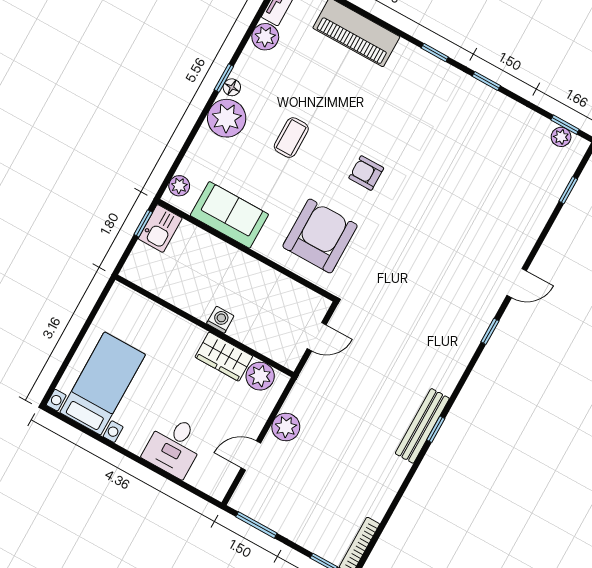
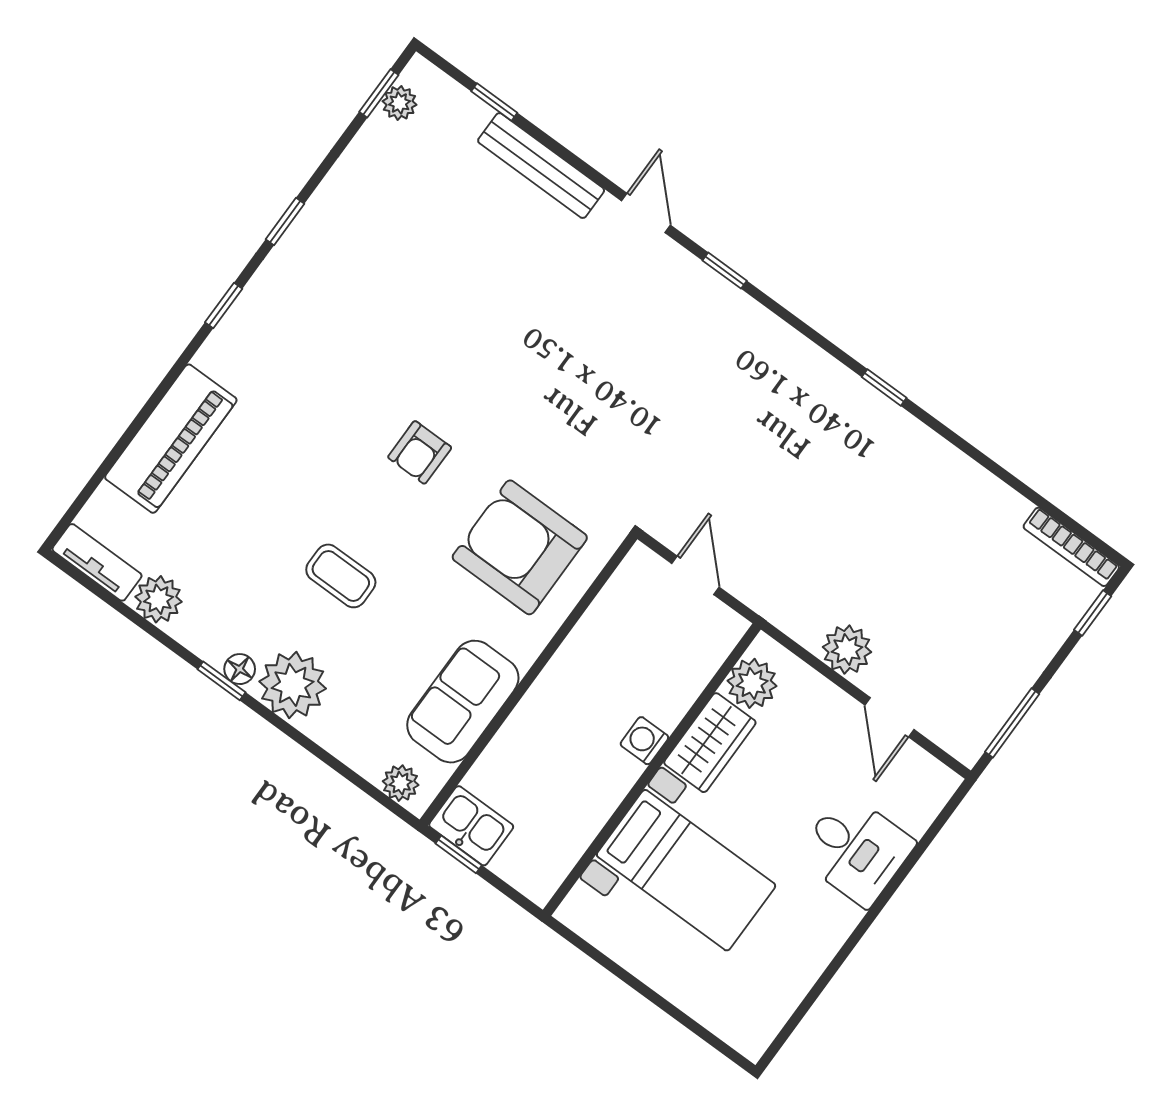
bed with nightstands: (103, 383) -> (686, 870), moved, turned 180
bench: (422, 426) -> (541, 166), moved

